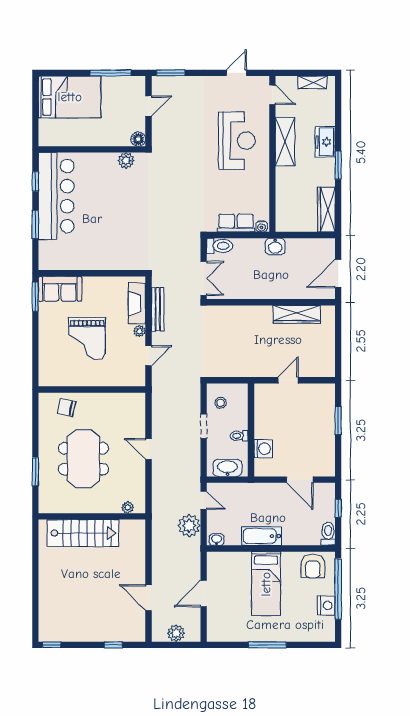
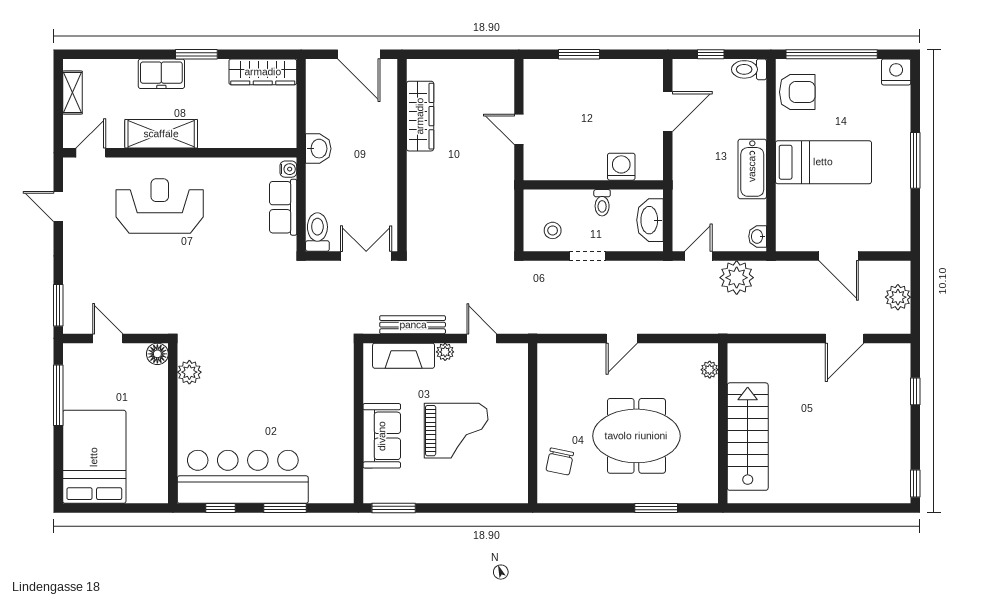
sofa: (60, 289) -> (382, 436), moved
nightstand: (326, 605) -> (896, 72), moved

